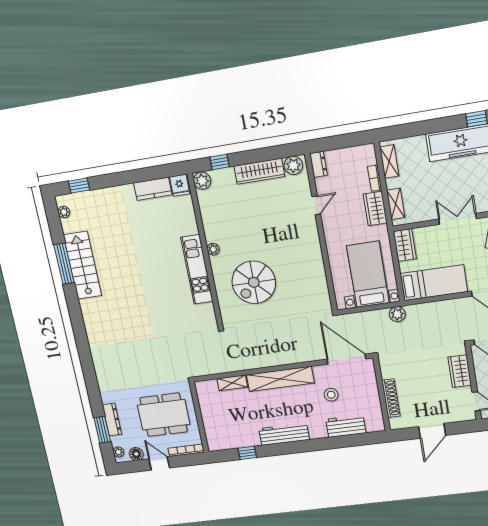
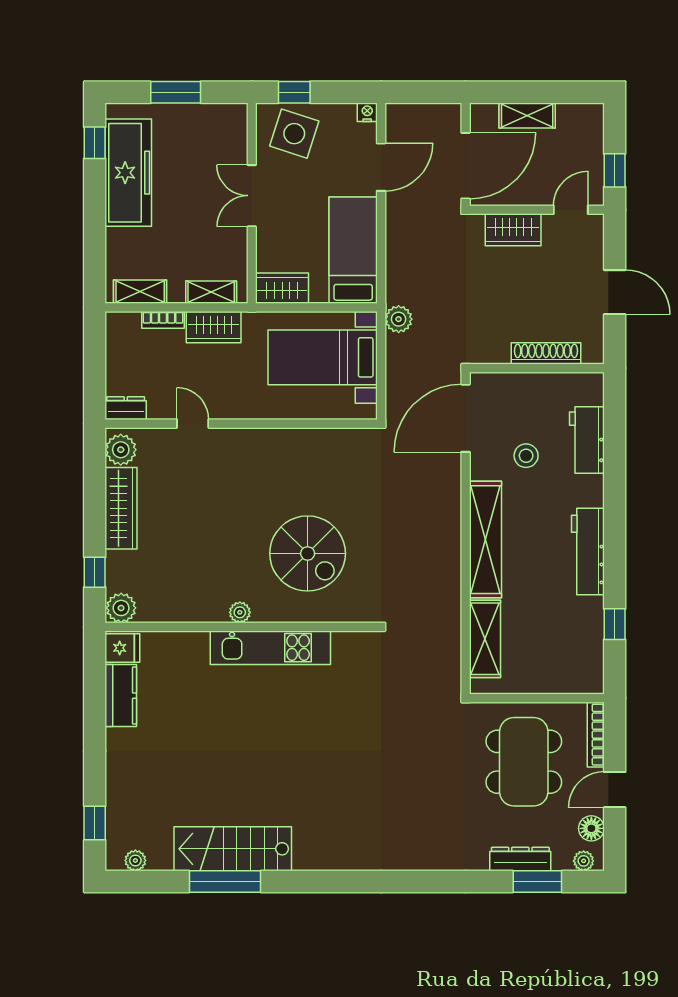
shelving: (232, 383) -> (485, 639), width x1.50, depth x1.33

